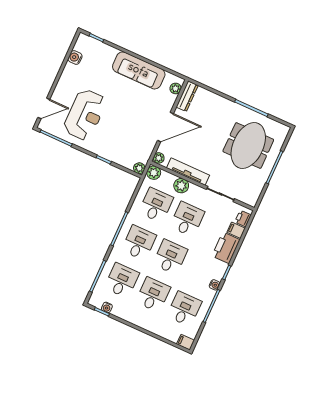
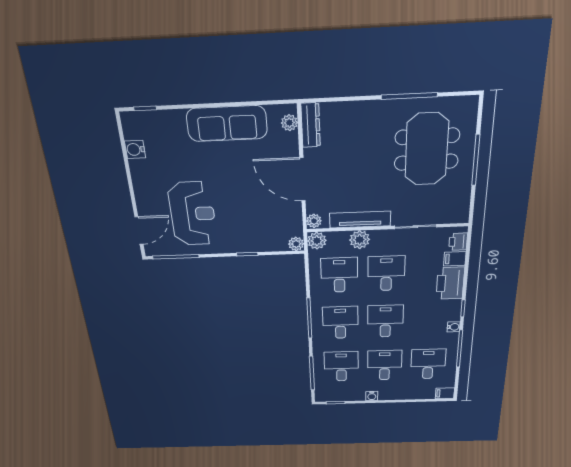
door: (165, 127) -> (303, 179), swing flipped
water cooler: (107, 307) -> (372, 396), moved

